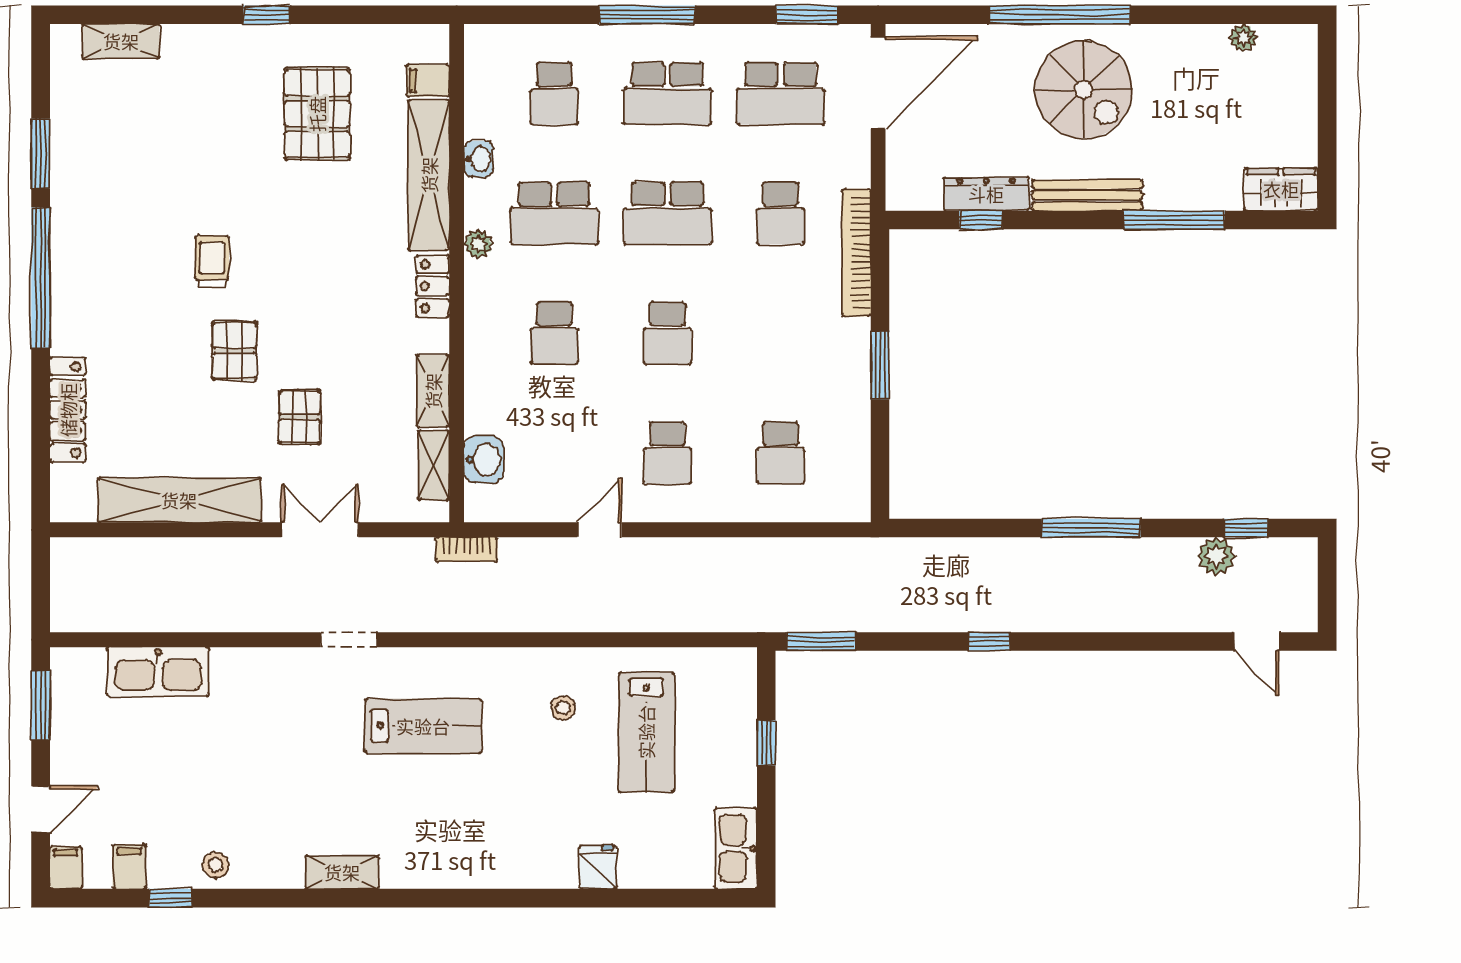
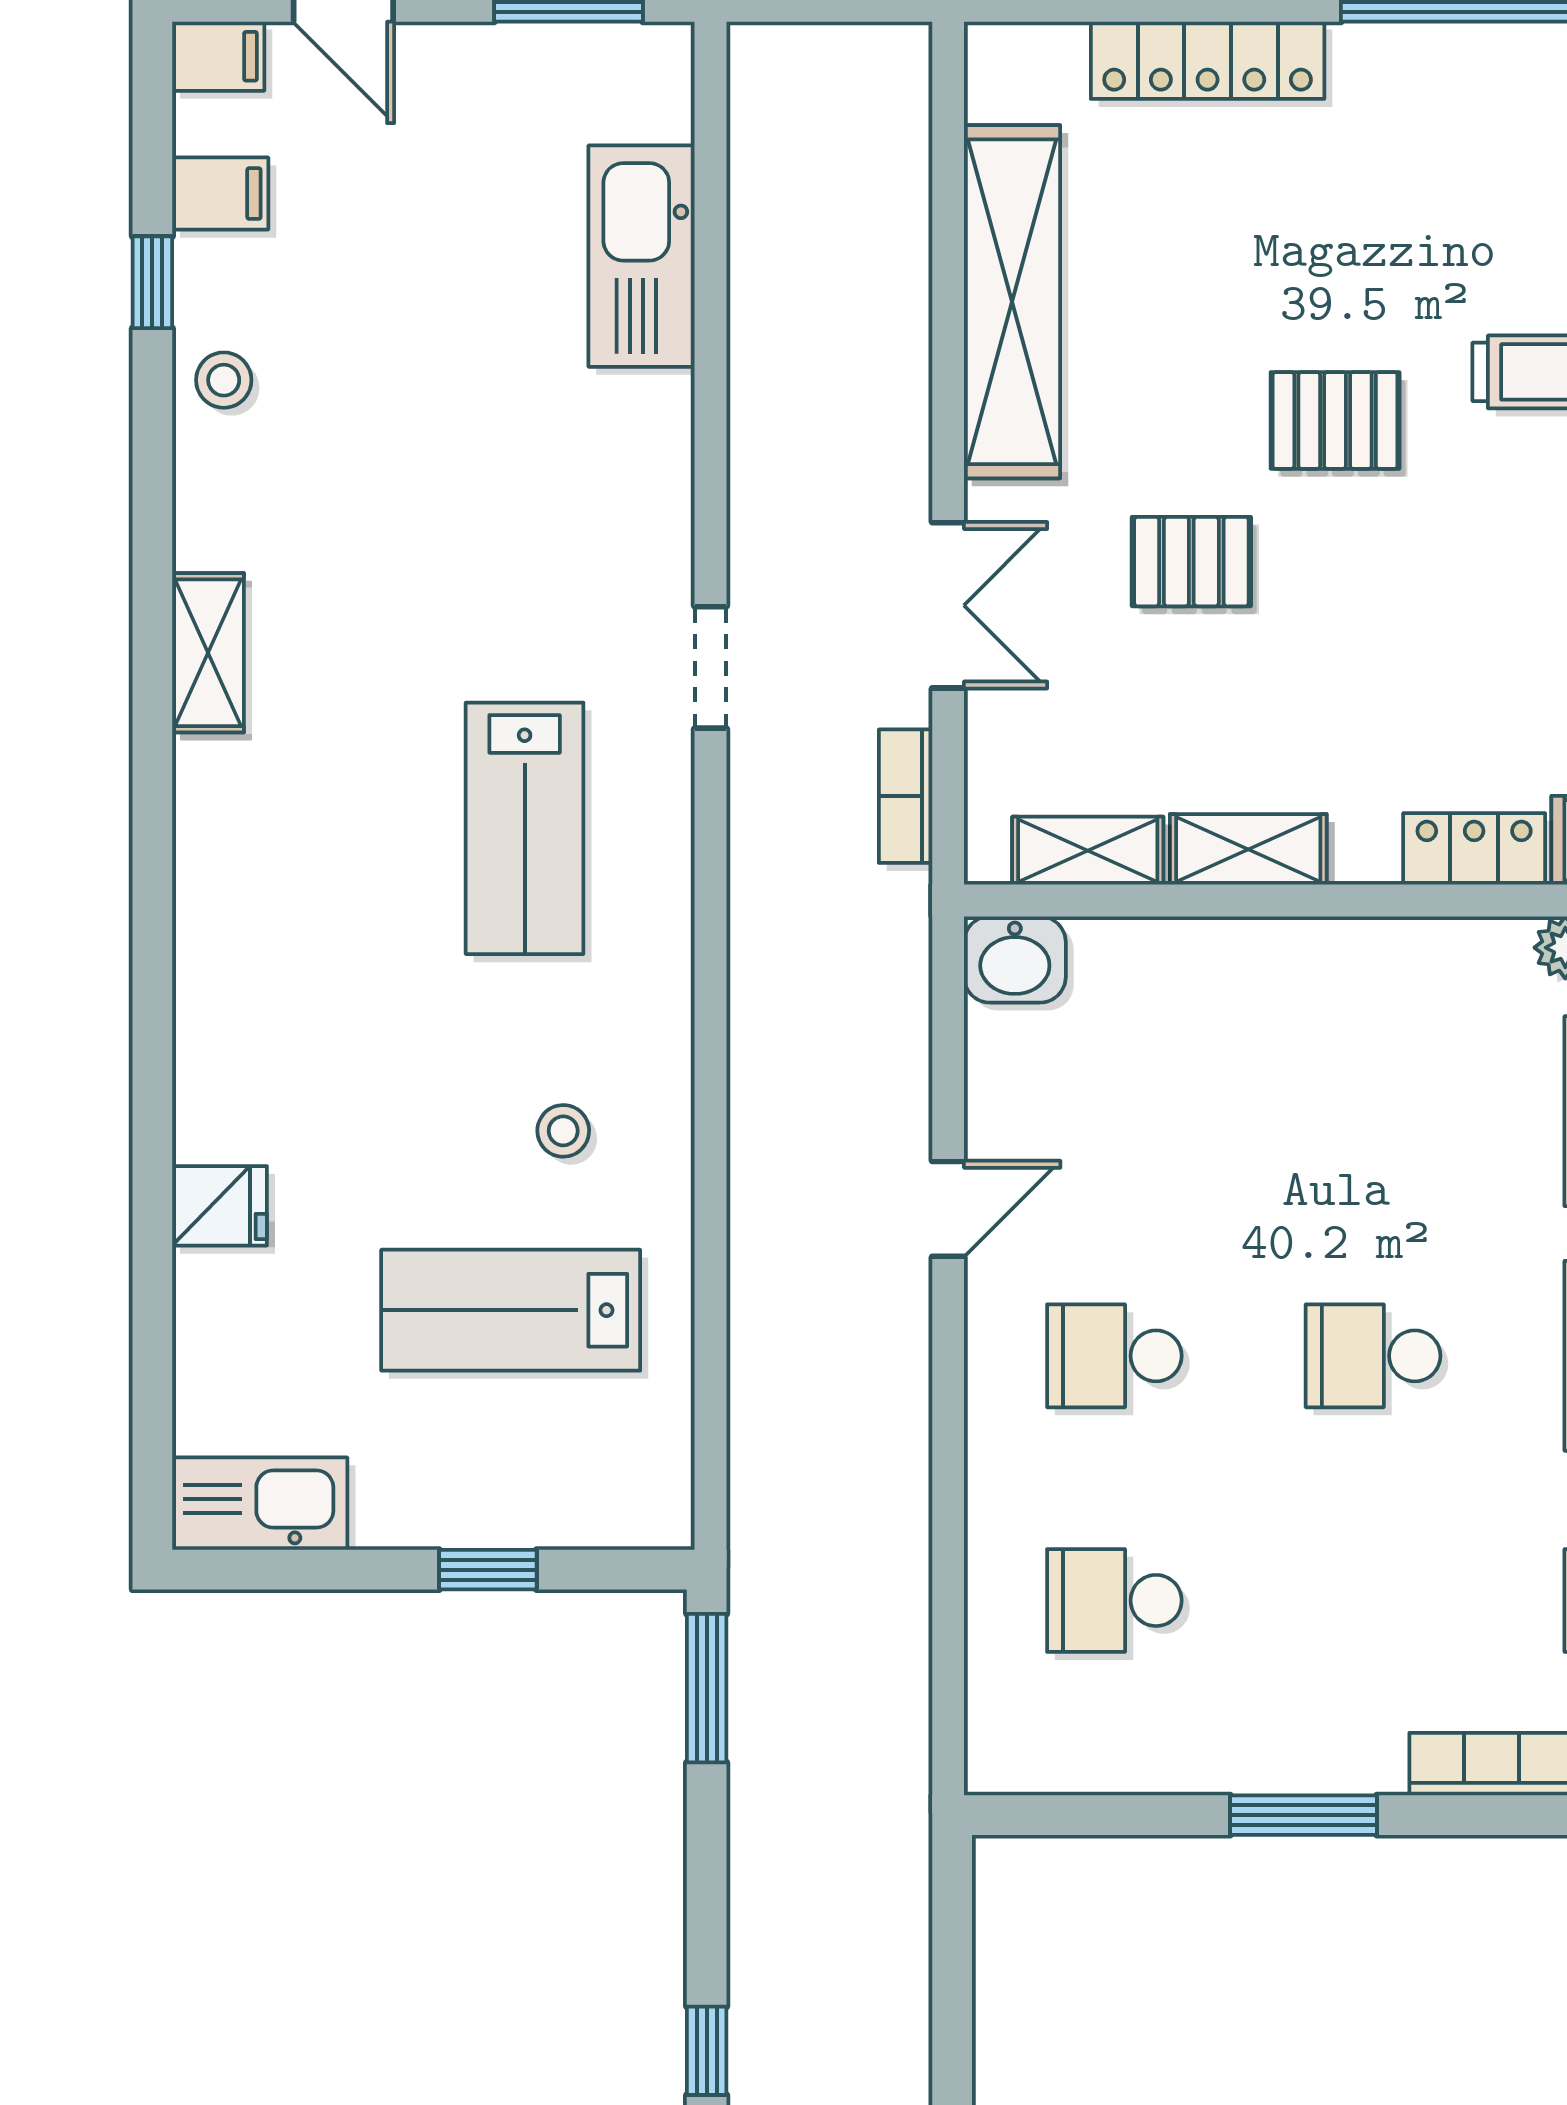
school desk: (554, 333) -> (1373, 1111), removed
washbasin: (484, 460) -> (1015, 959), moved
door: (599, 530) -> (948, 1209), hinge flipped
bookcase: (467, 549) -> (906, 796), moved

